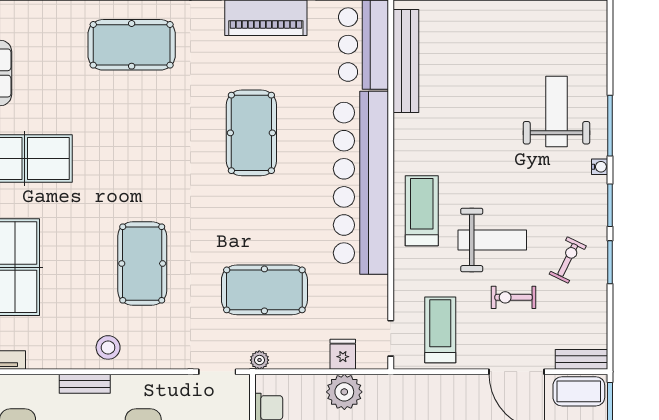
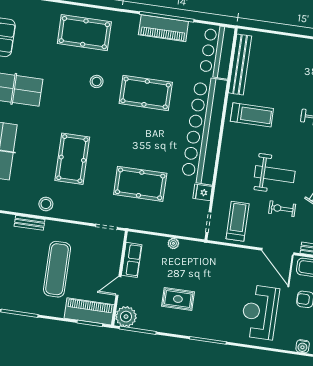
stool: (165, 125) -> (97, 81), added
pool table: (251, 133) -> (146, 93), turned 90
treadmill: (422, 211) -> (252, 115), moved, turned 90
fridge: (343, 354) -> (203, 192), moved, turned -90
plant: (259, 360) -> (132, 224), removed
plant: (344, 392) -> (173, 243), width x0.53, depth x0.53

